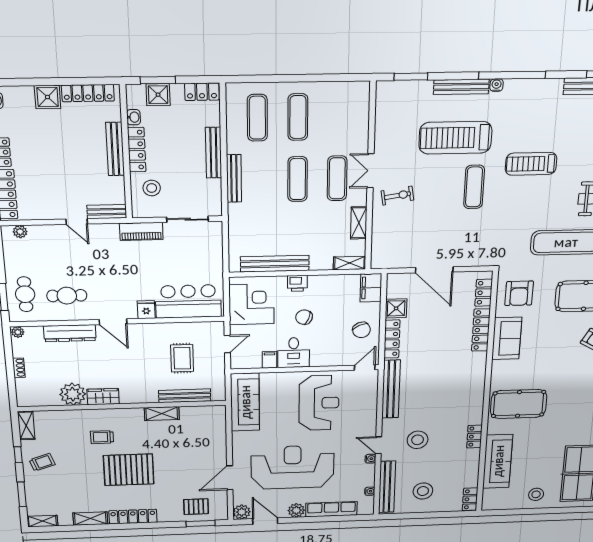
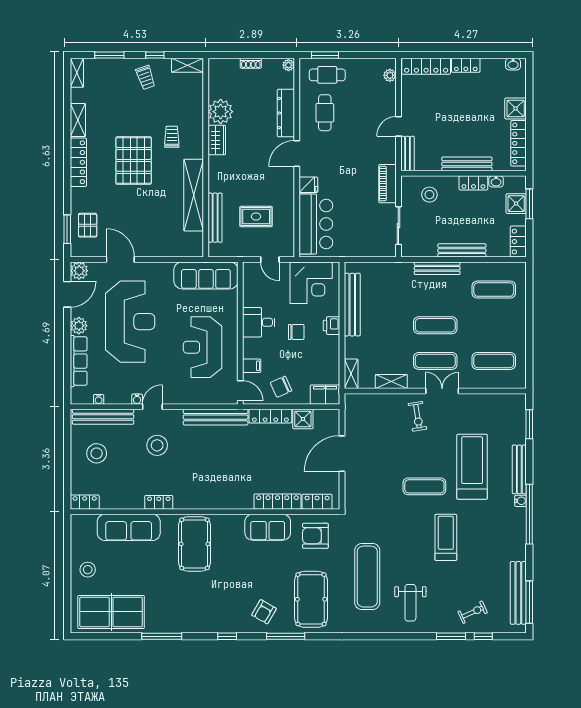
exercise mat: (298, 117) -> (494, 361), moved
locker: (137, 150) -> (473, 183), width x0.66
chair: (304, 317) -> (296, 332), turned 69
filing cabinet: (270, 360) -> (252, 366), moved
reception desk: (319, 403) -> (203, 347), turned 90
shelving: (162, 414) -> (194, 195), width x2.20, depth x1.33

